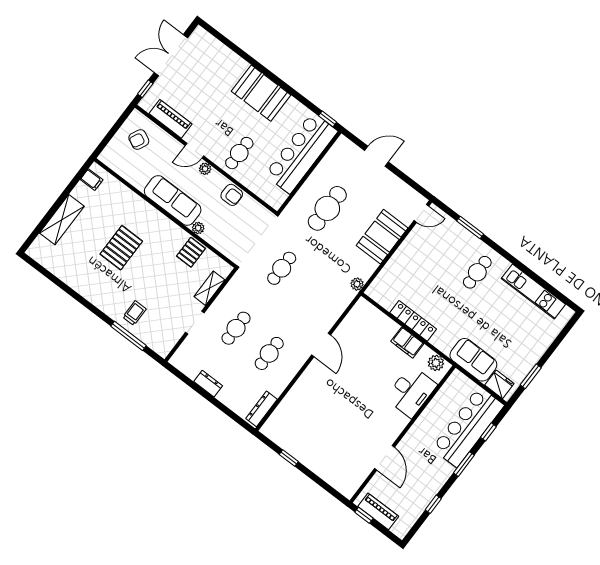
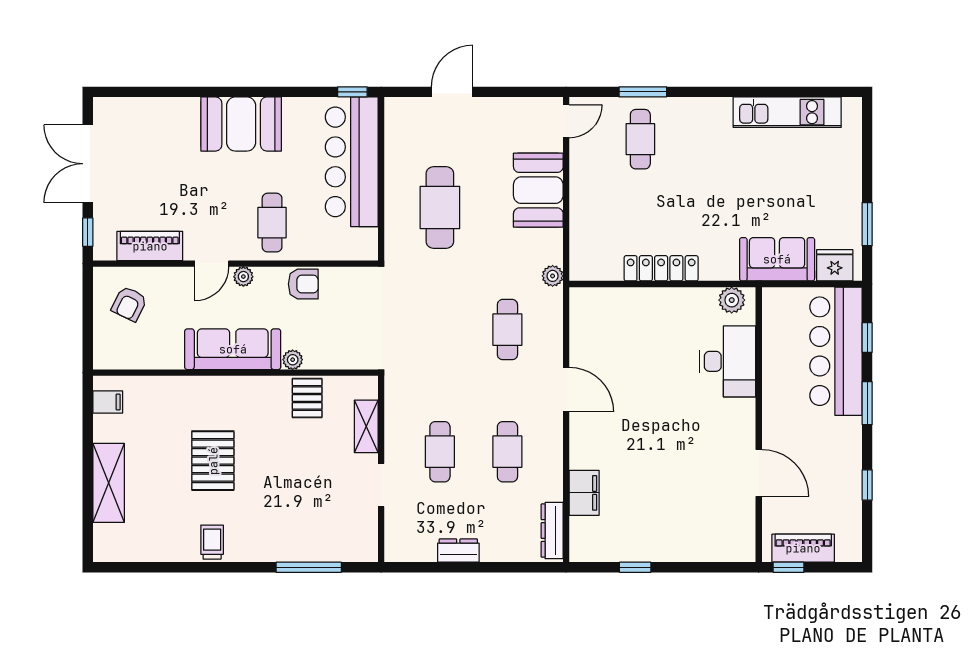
cafe table: (282, 268) -> (507, 330), moved
cafe table: (477, 272) -> (640, 139), moved
trolley: (134, 313) -> (212, 542), moved
filing cabinet: (407, 343) -> (584, 493), moved, turned -90

